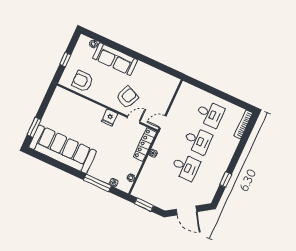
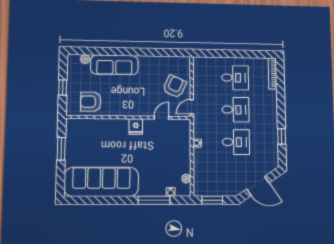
armchair: (127, 97) -> (175, 86), moved
window: (34, 127) -> (61, 149), moved
locker: (145, 145) -> (185, 138), removed

